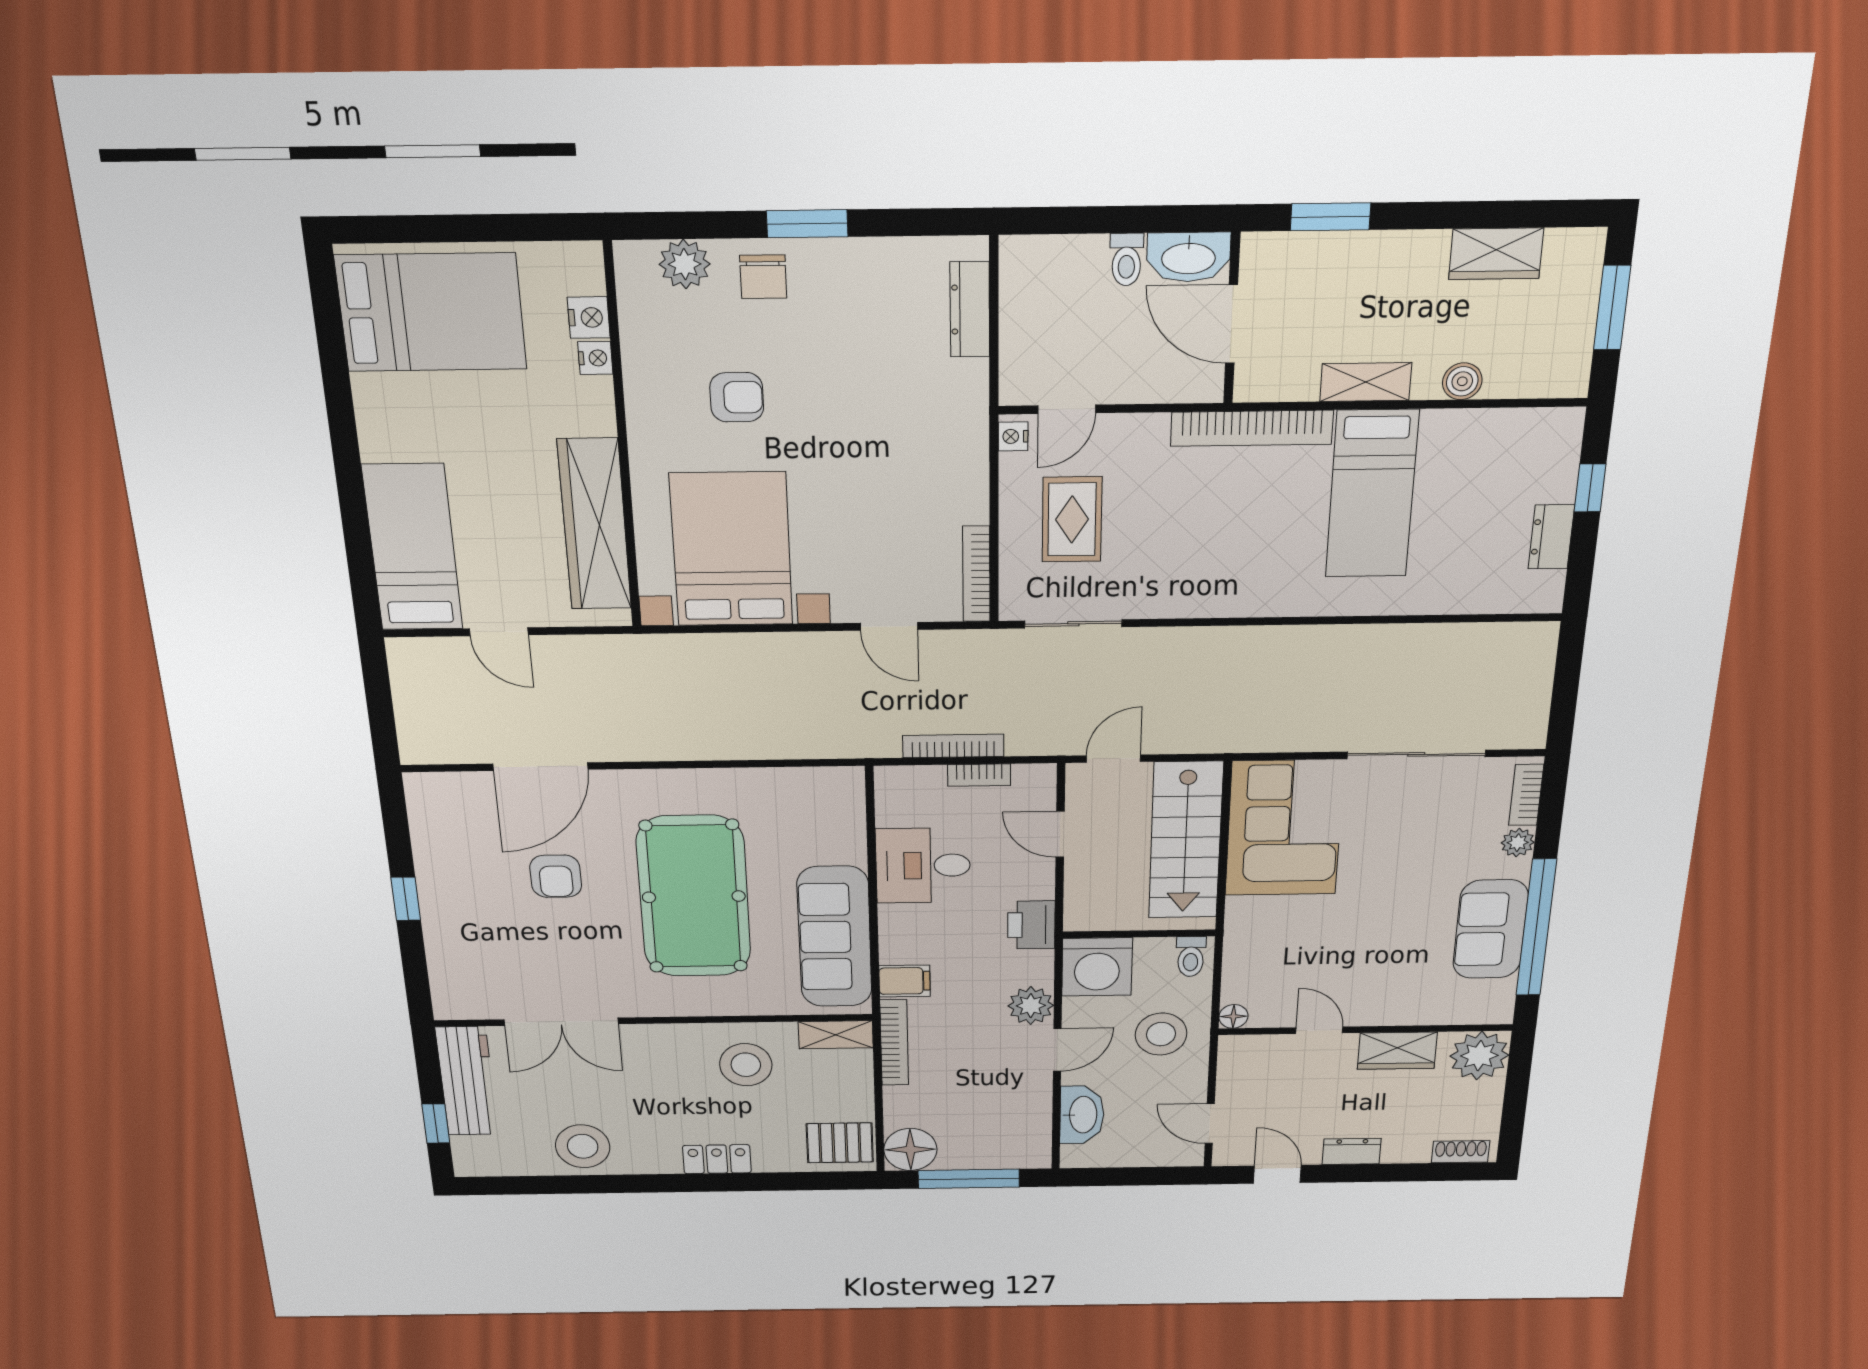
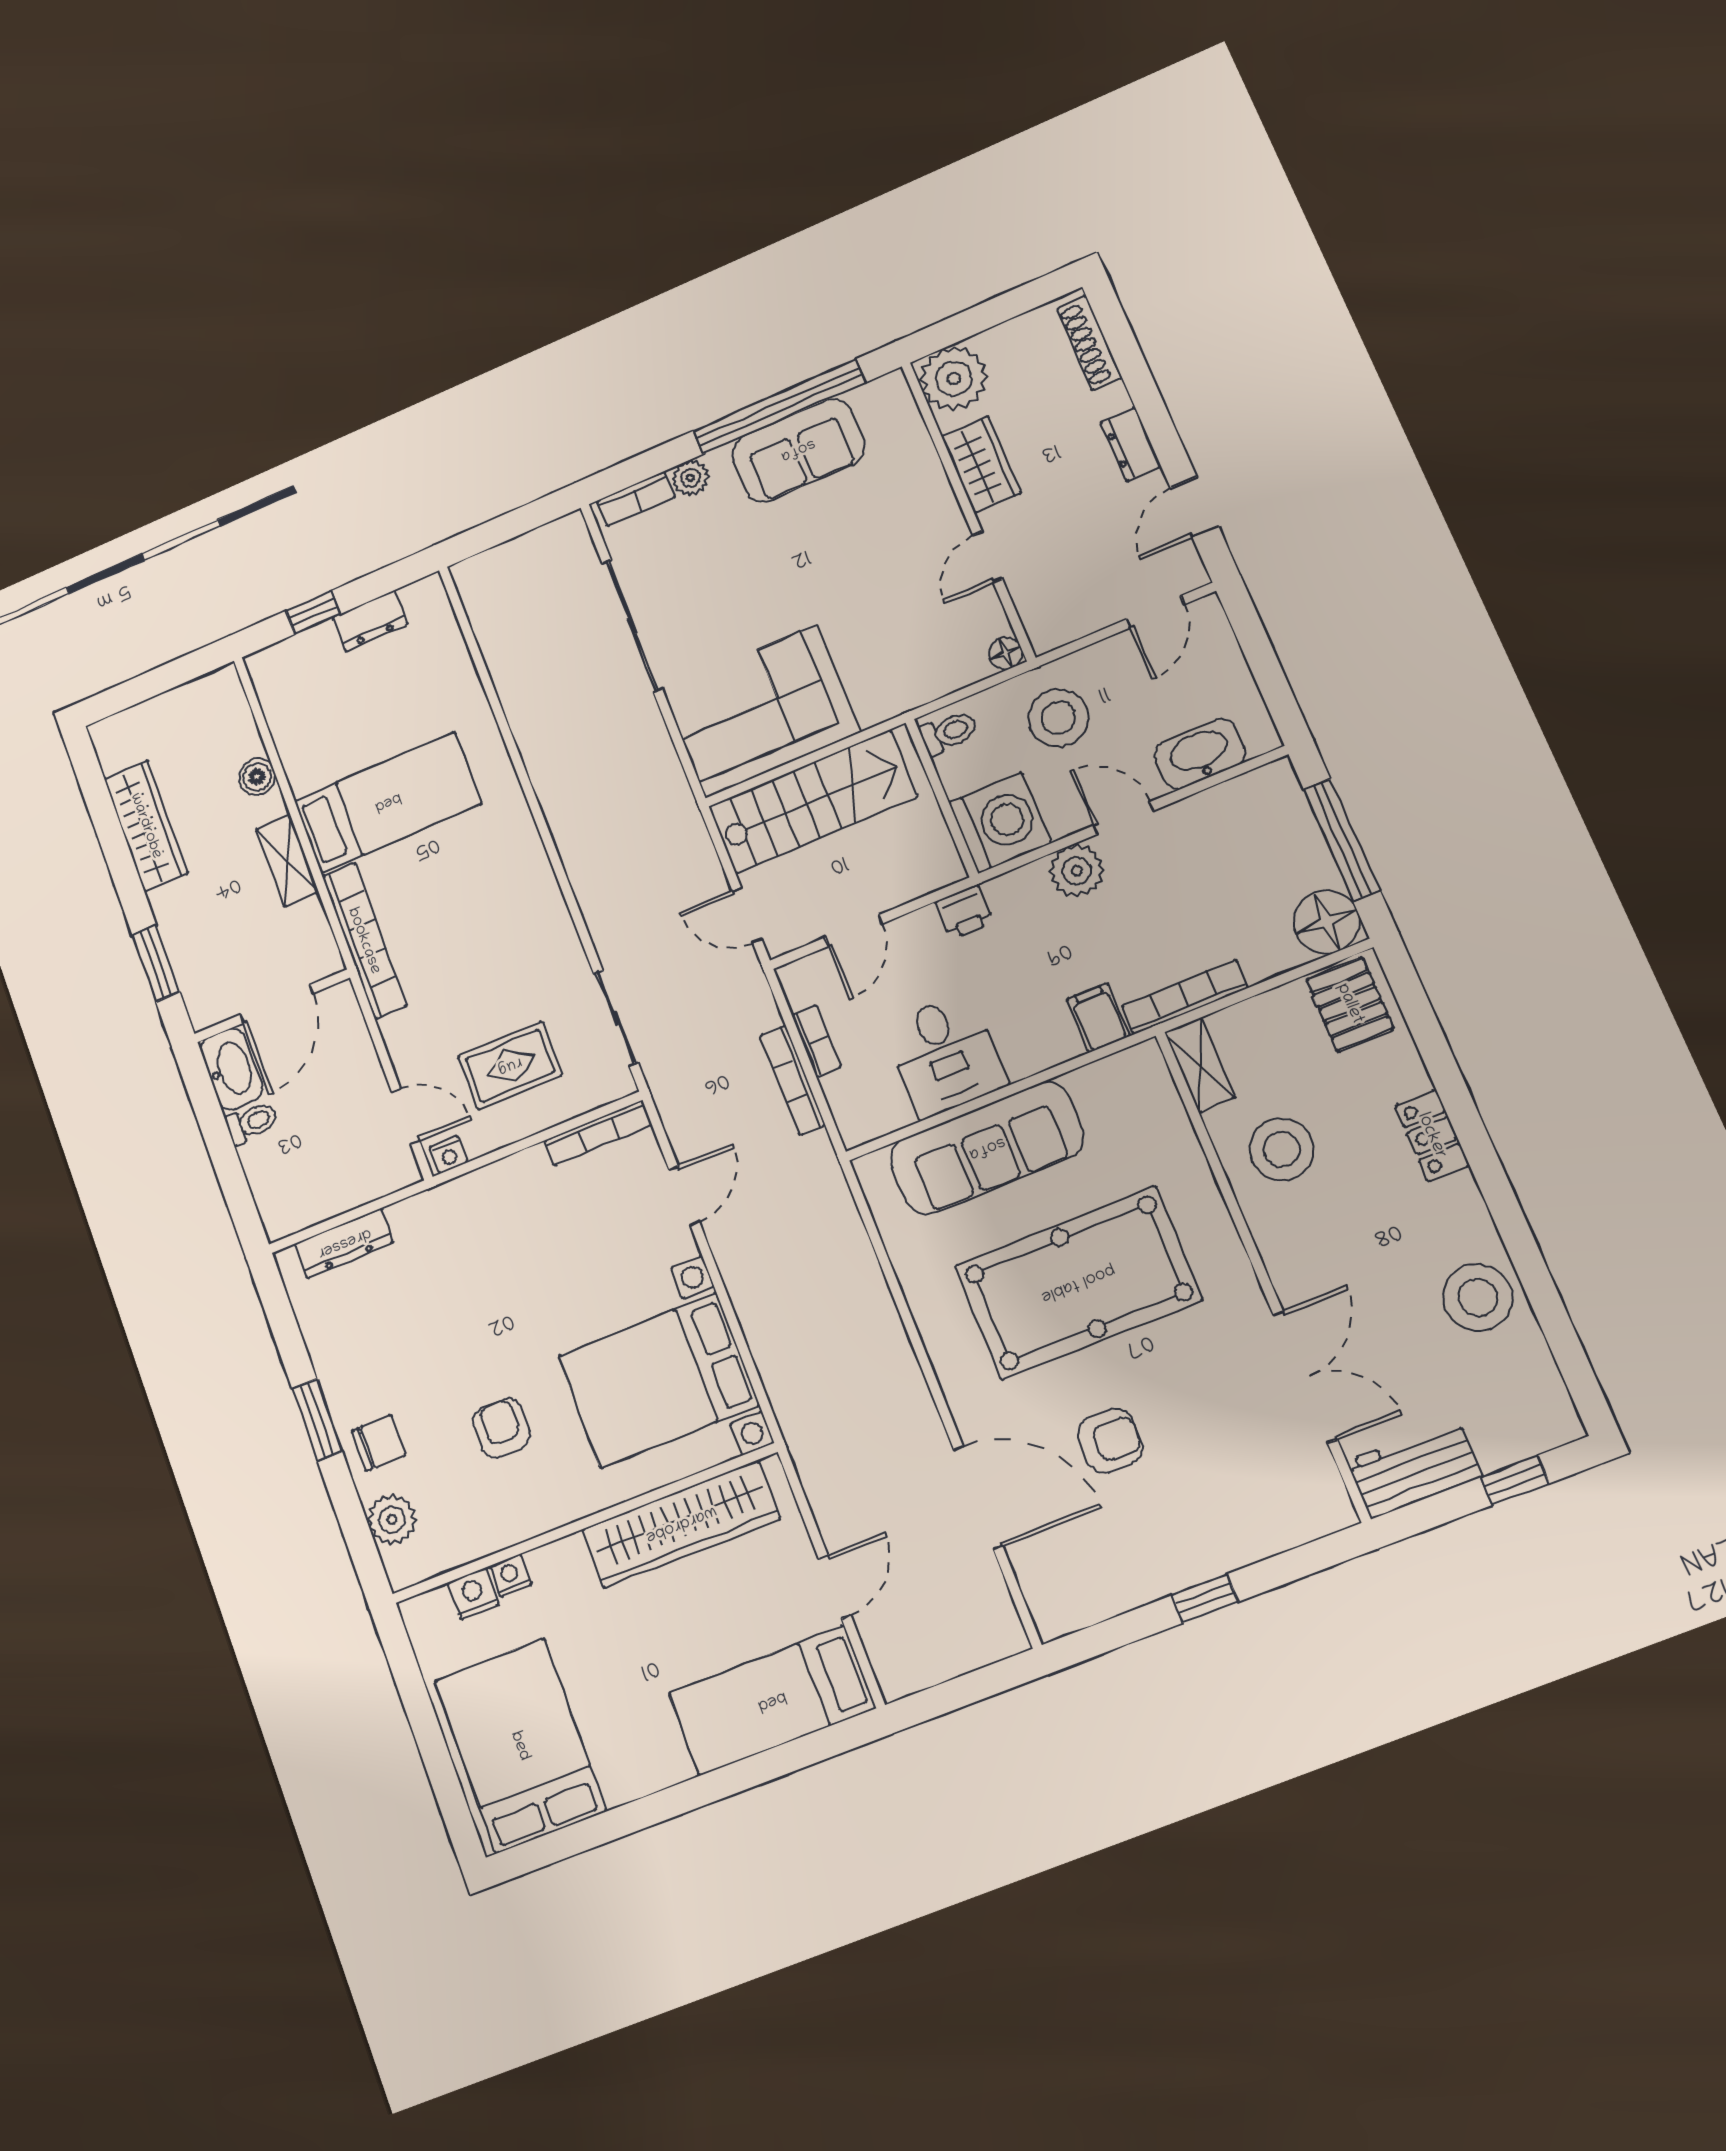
wardrobe: (1496, 254) -> (146, 826), width x1.50
window: (1612, 308) -> (150, 684), removed
printer: (1031, 925) -> (964, 912), width x0.73, depth x0.81
sofa: (835, 937) -> (987, 1148), moved
workbench: (467, 1081) -> (1414, 1469), width x0.73
shoe rack: (1461, 1152) -> (1089, 343), width x1.43

